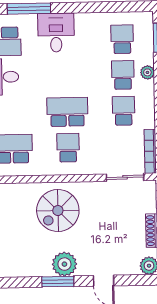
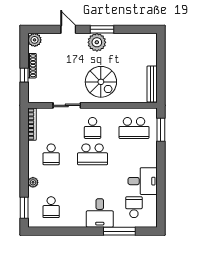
school desk: (123, 75) -> (51, 181), removed
sliding door: (125, 177) -> (67, 105), moved
spiral stairs: (58, 211) -> (101, 82), turned 90

